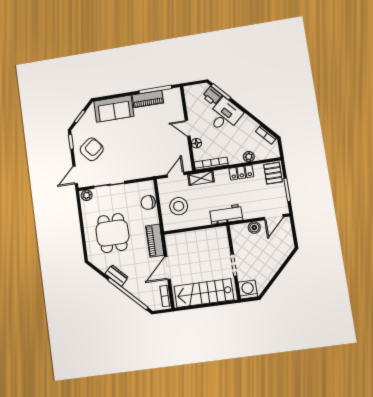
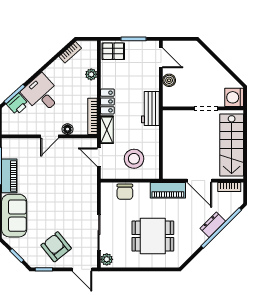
locker: (241, 173) -> (107, 101), moved
dresser: (117, 276) -> (213, 225), moved

